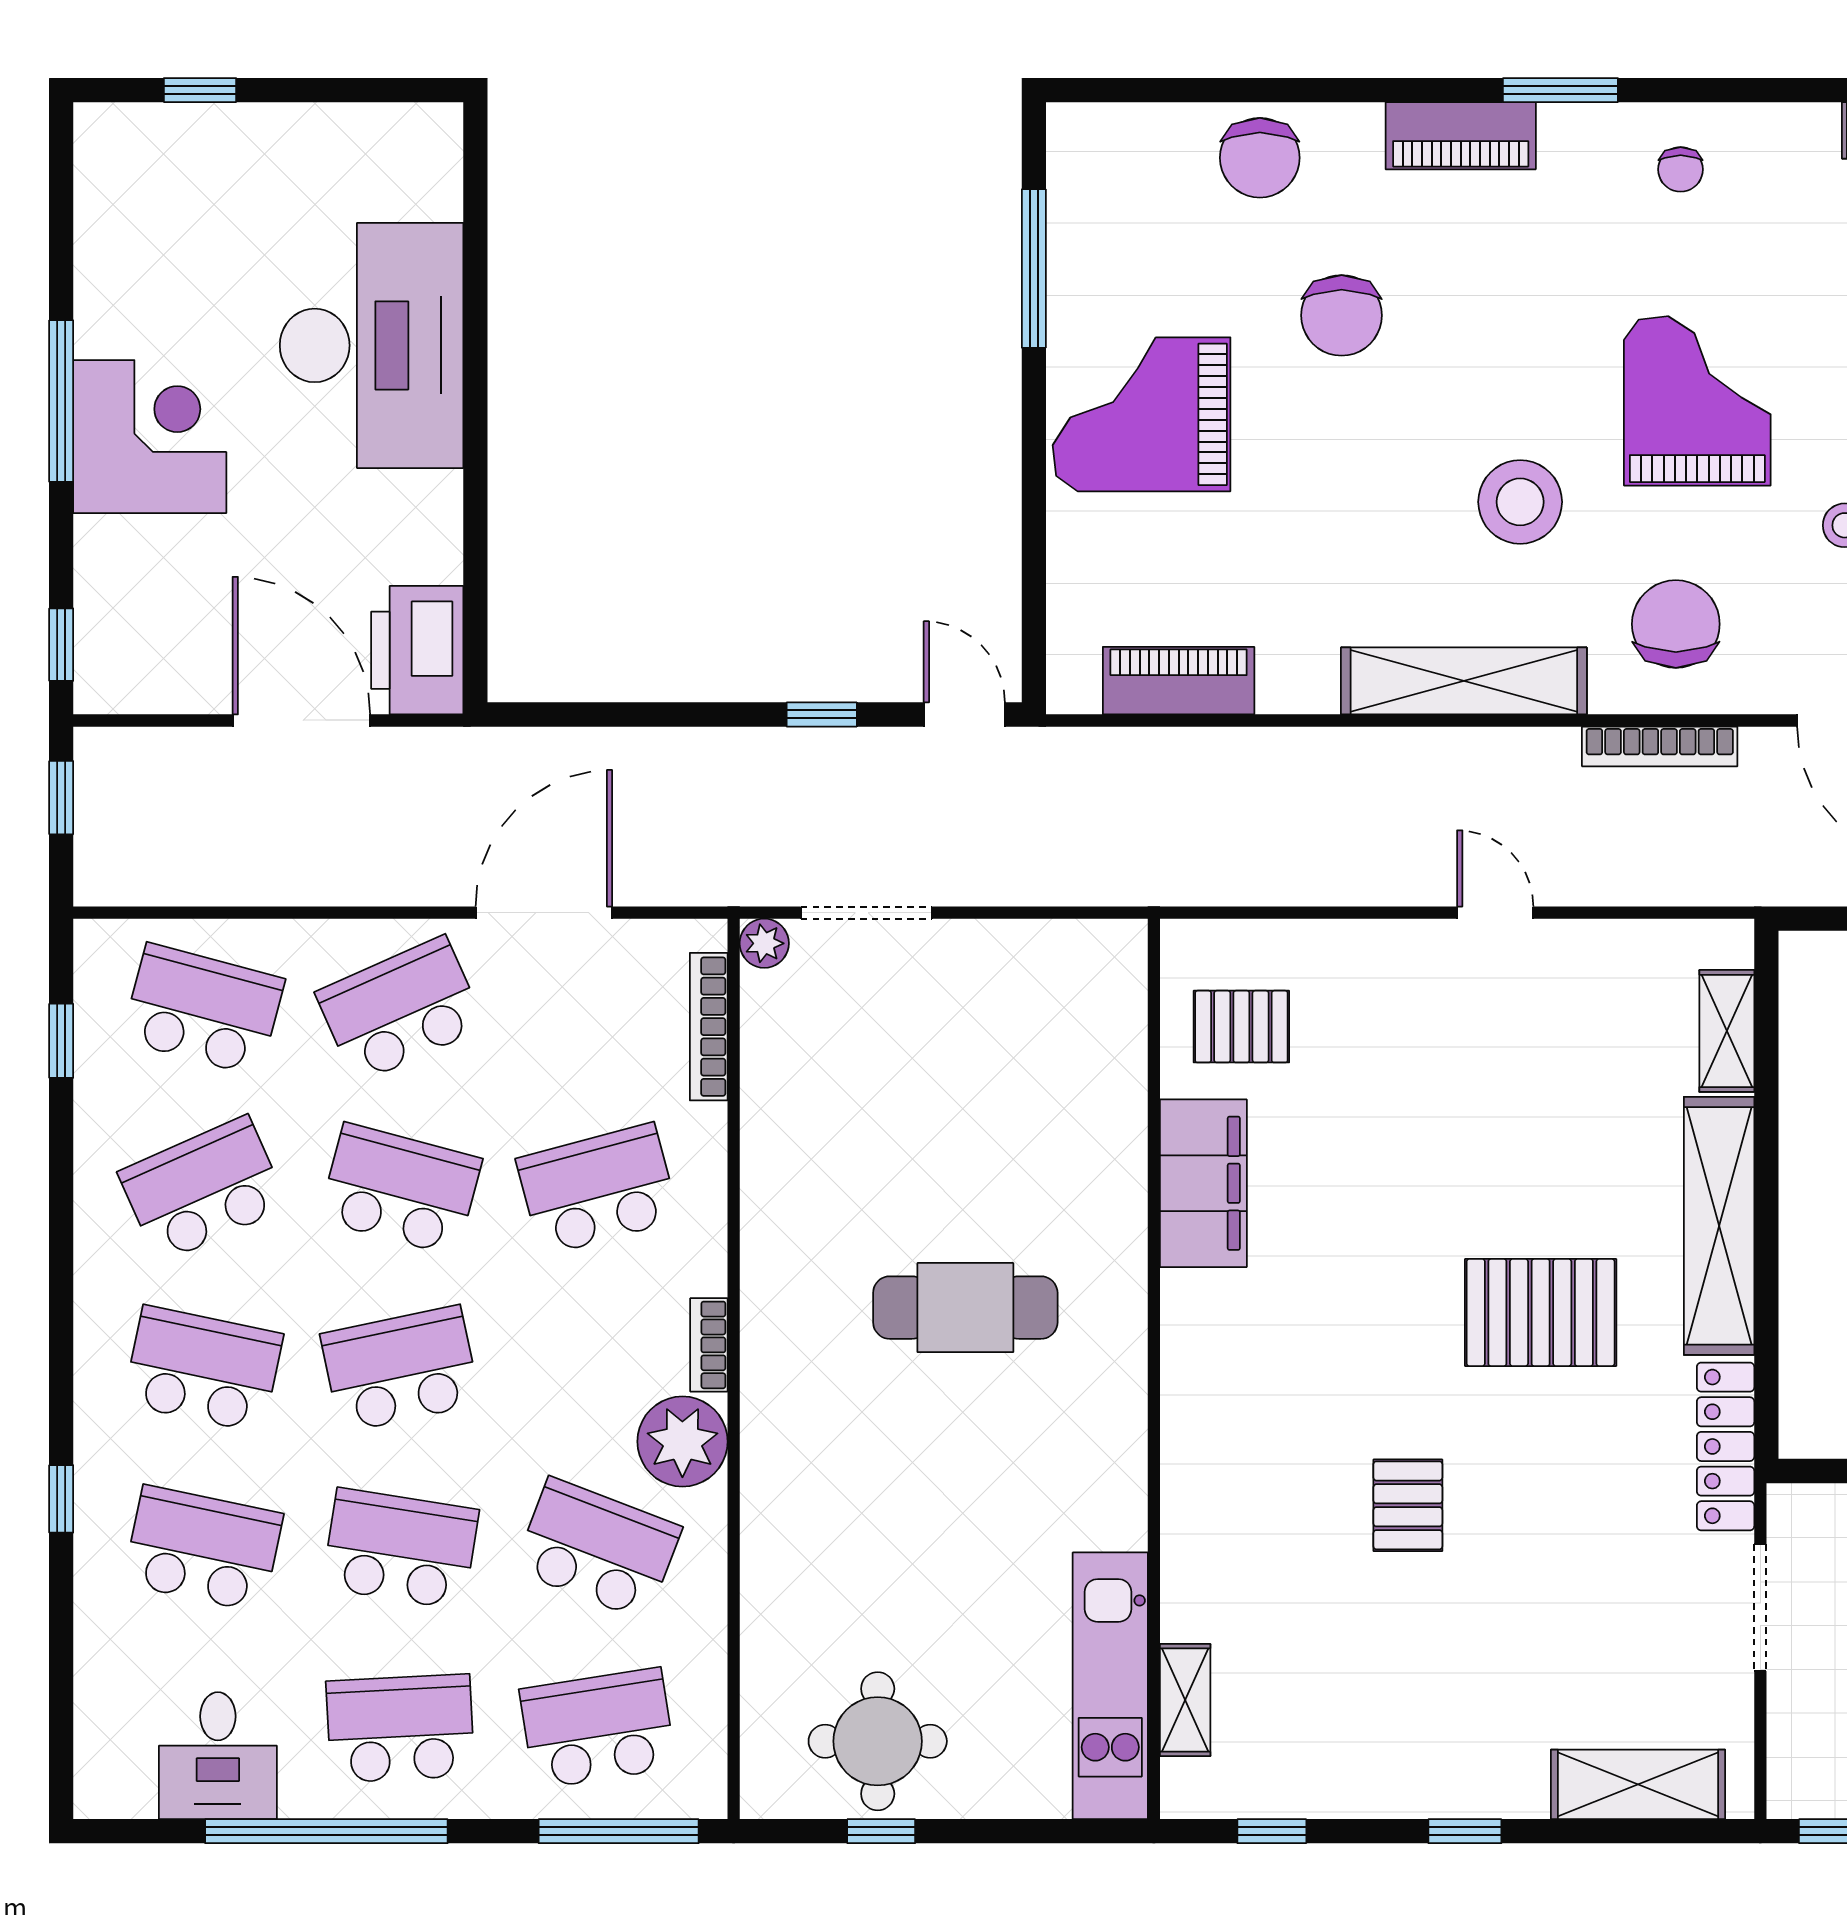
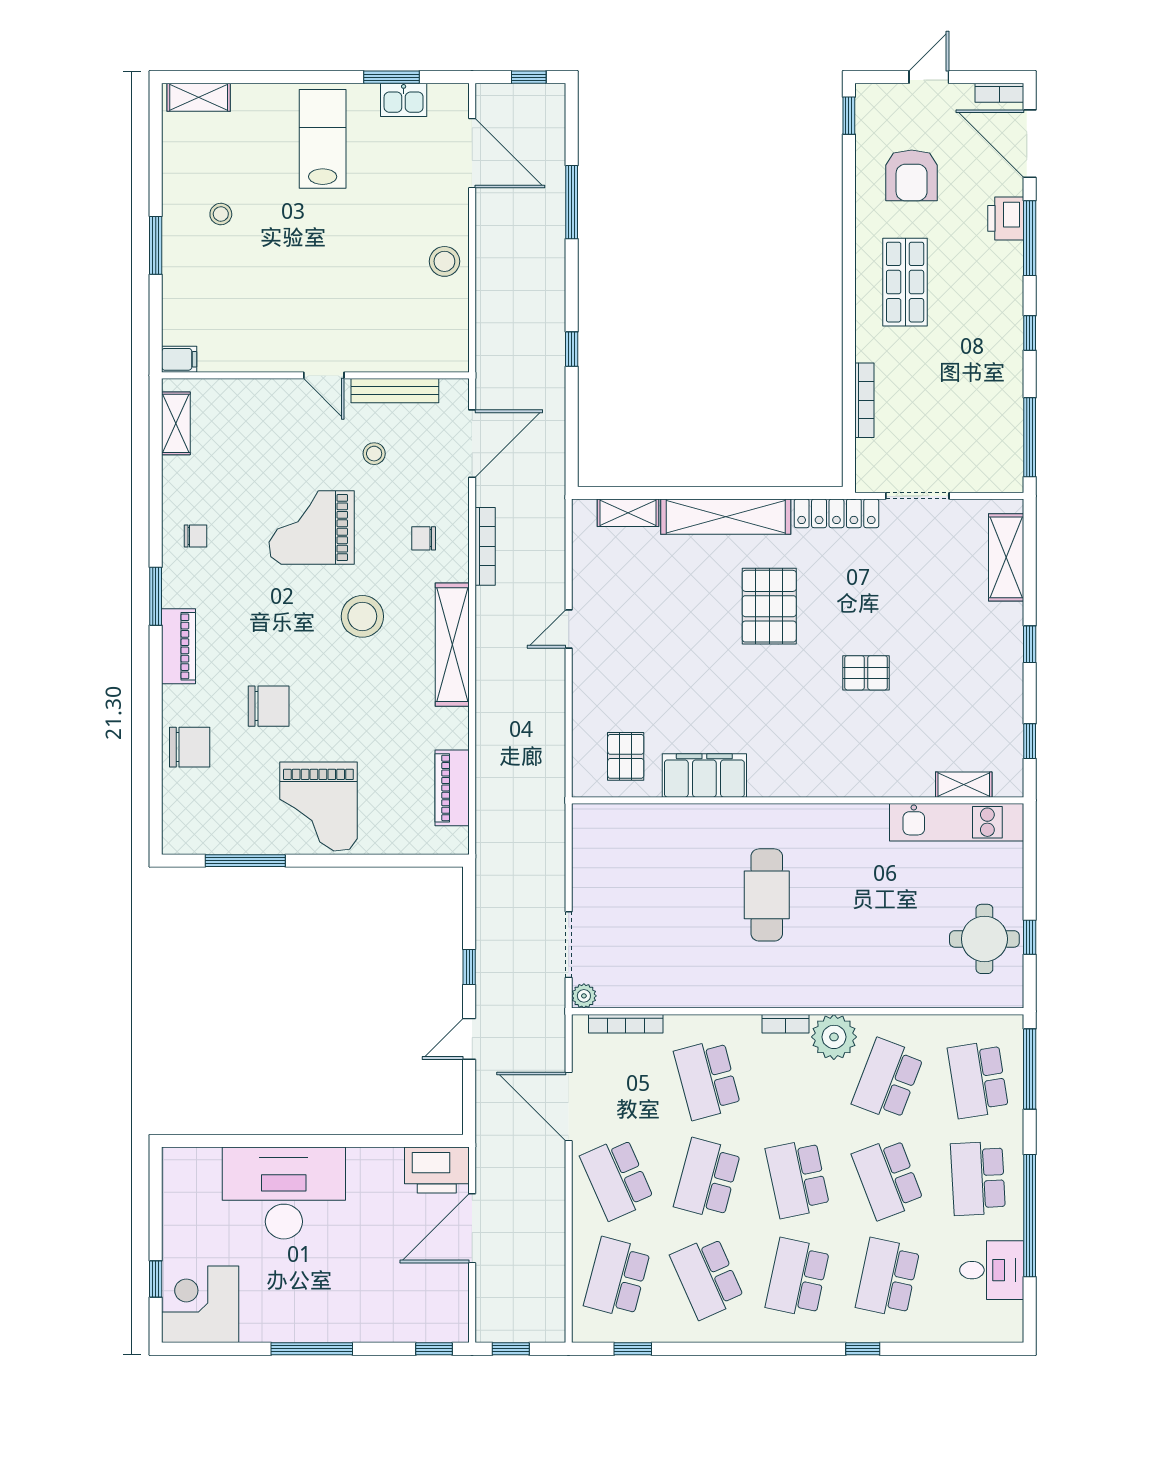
corner desk: (150, 437) -> (200, 1304), moved
chair: (1676, 624) -> (424, 538), width x0.54, depth x0.54
door: (964, 714) -> (469, 1039), moved
school desk: (400, 1549) -> (888, 1179), turned -30

